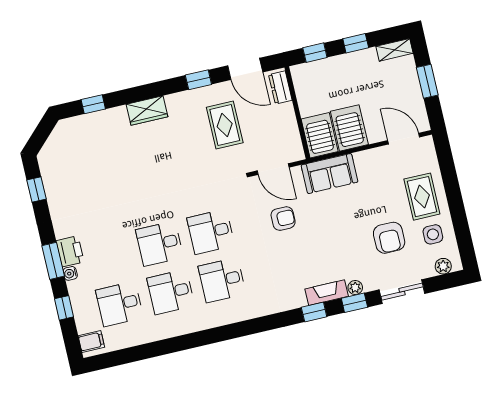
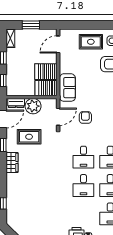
wardrobe: (147, 111) -> (12, 162), moved
plant: (282, 119) -> (33, 106), added

